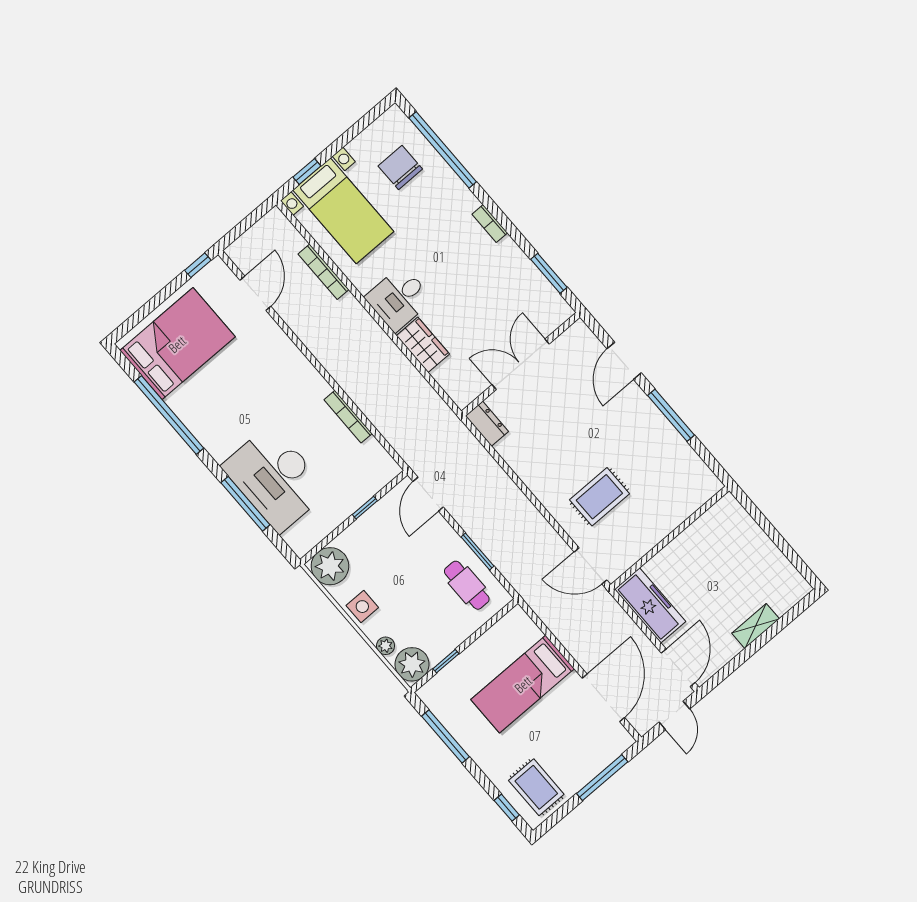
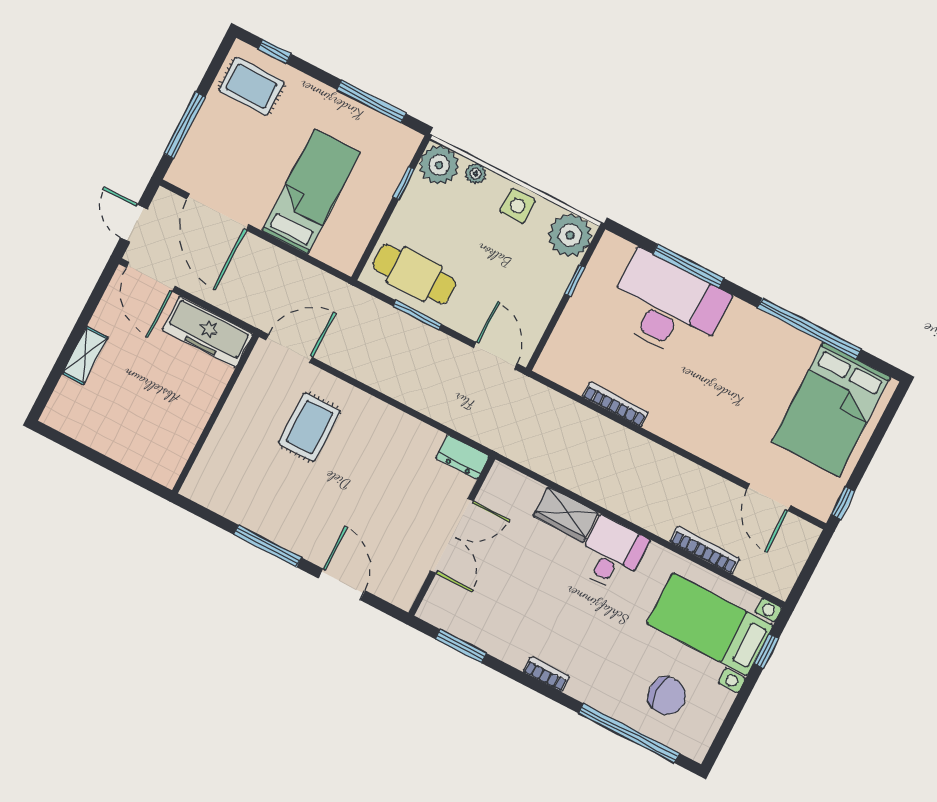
window: (365, 508) -> (575, 280), moved
cafe table: (467, 585) -> (414, 274), width x1.37, depth x1.35

